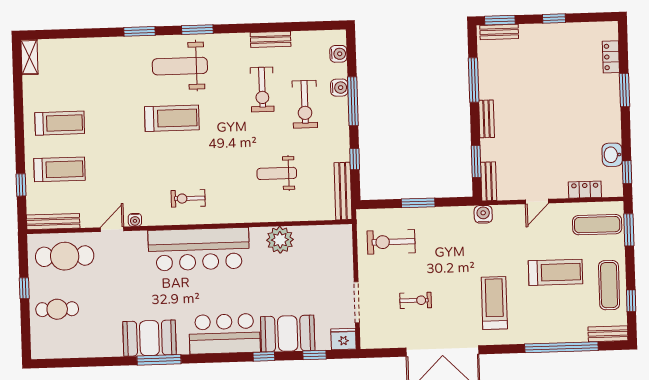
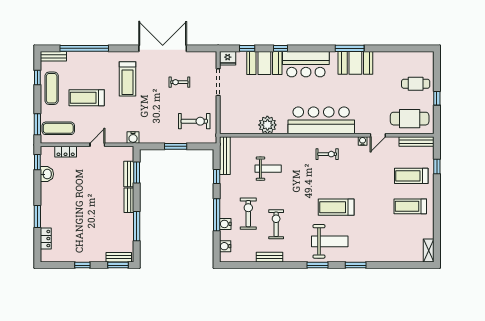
bench: (489, 181) -> (129, 174), moved

